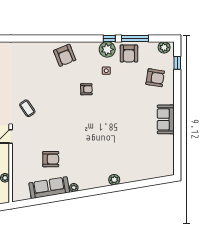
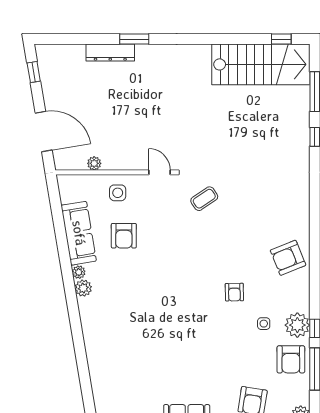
armchair: (129, 53) -> (291, 359), turned -90
side table: (24, 163) -> (118, 193), added
plant: (114, 180) -> (83, 288), moved

